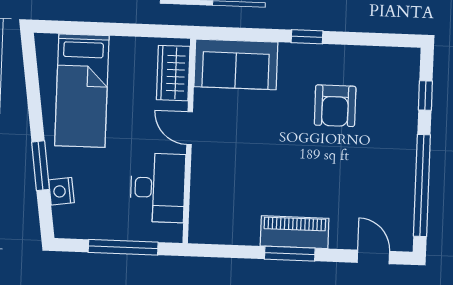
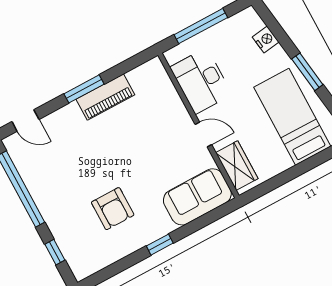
armchair: (335, 106) -> (113, 209), turned 180
window: (41, 166) -> (307, 72), moved
piano: (295, 232) -> (105, 97), moved

